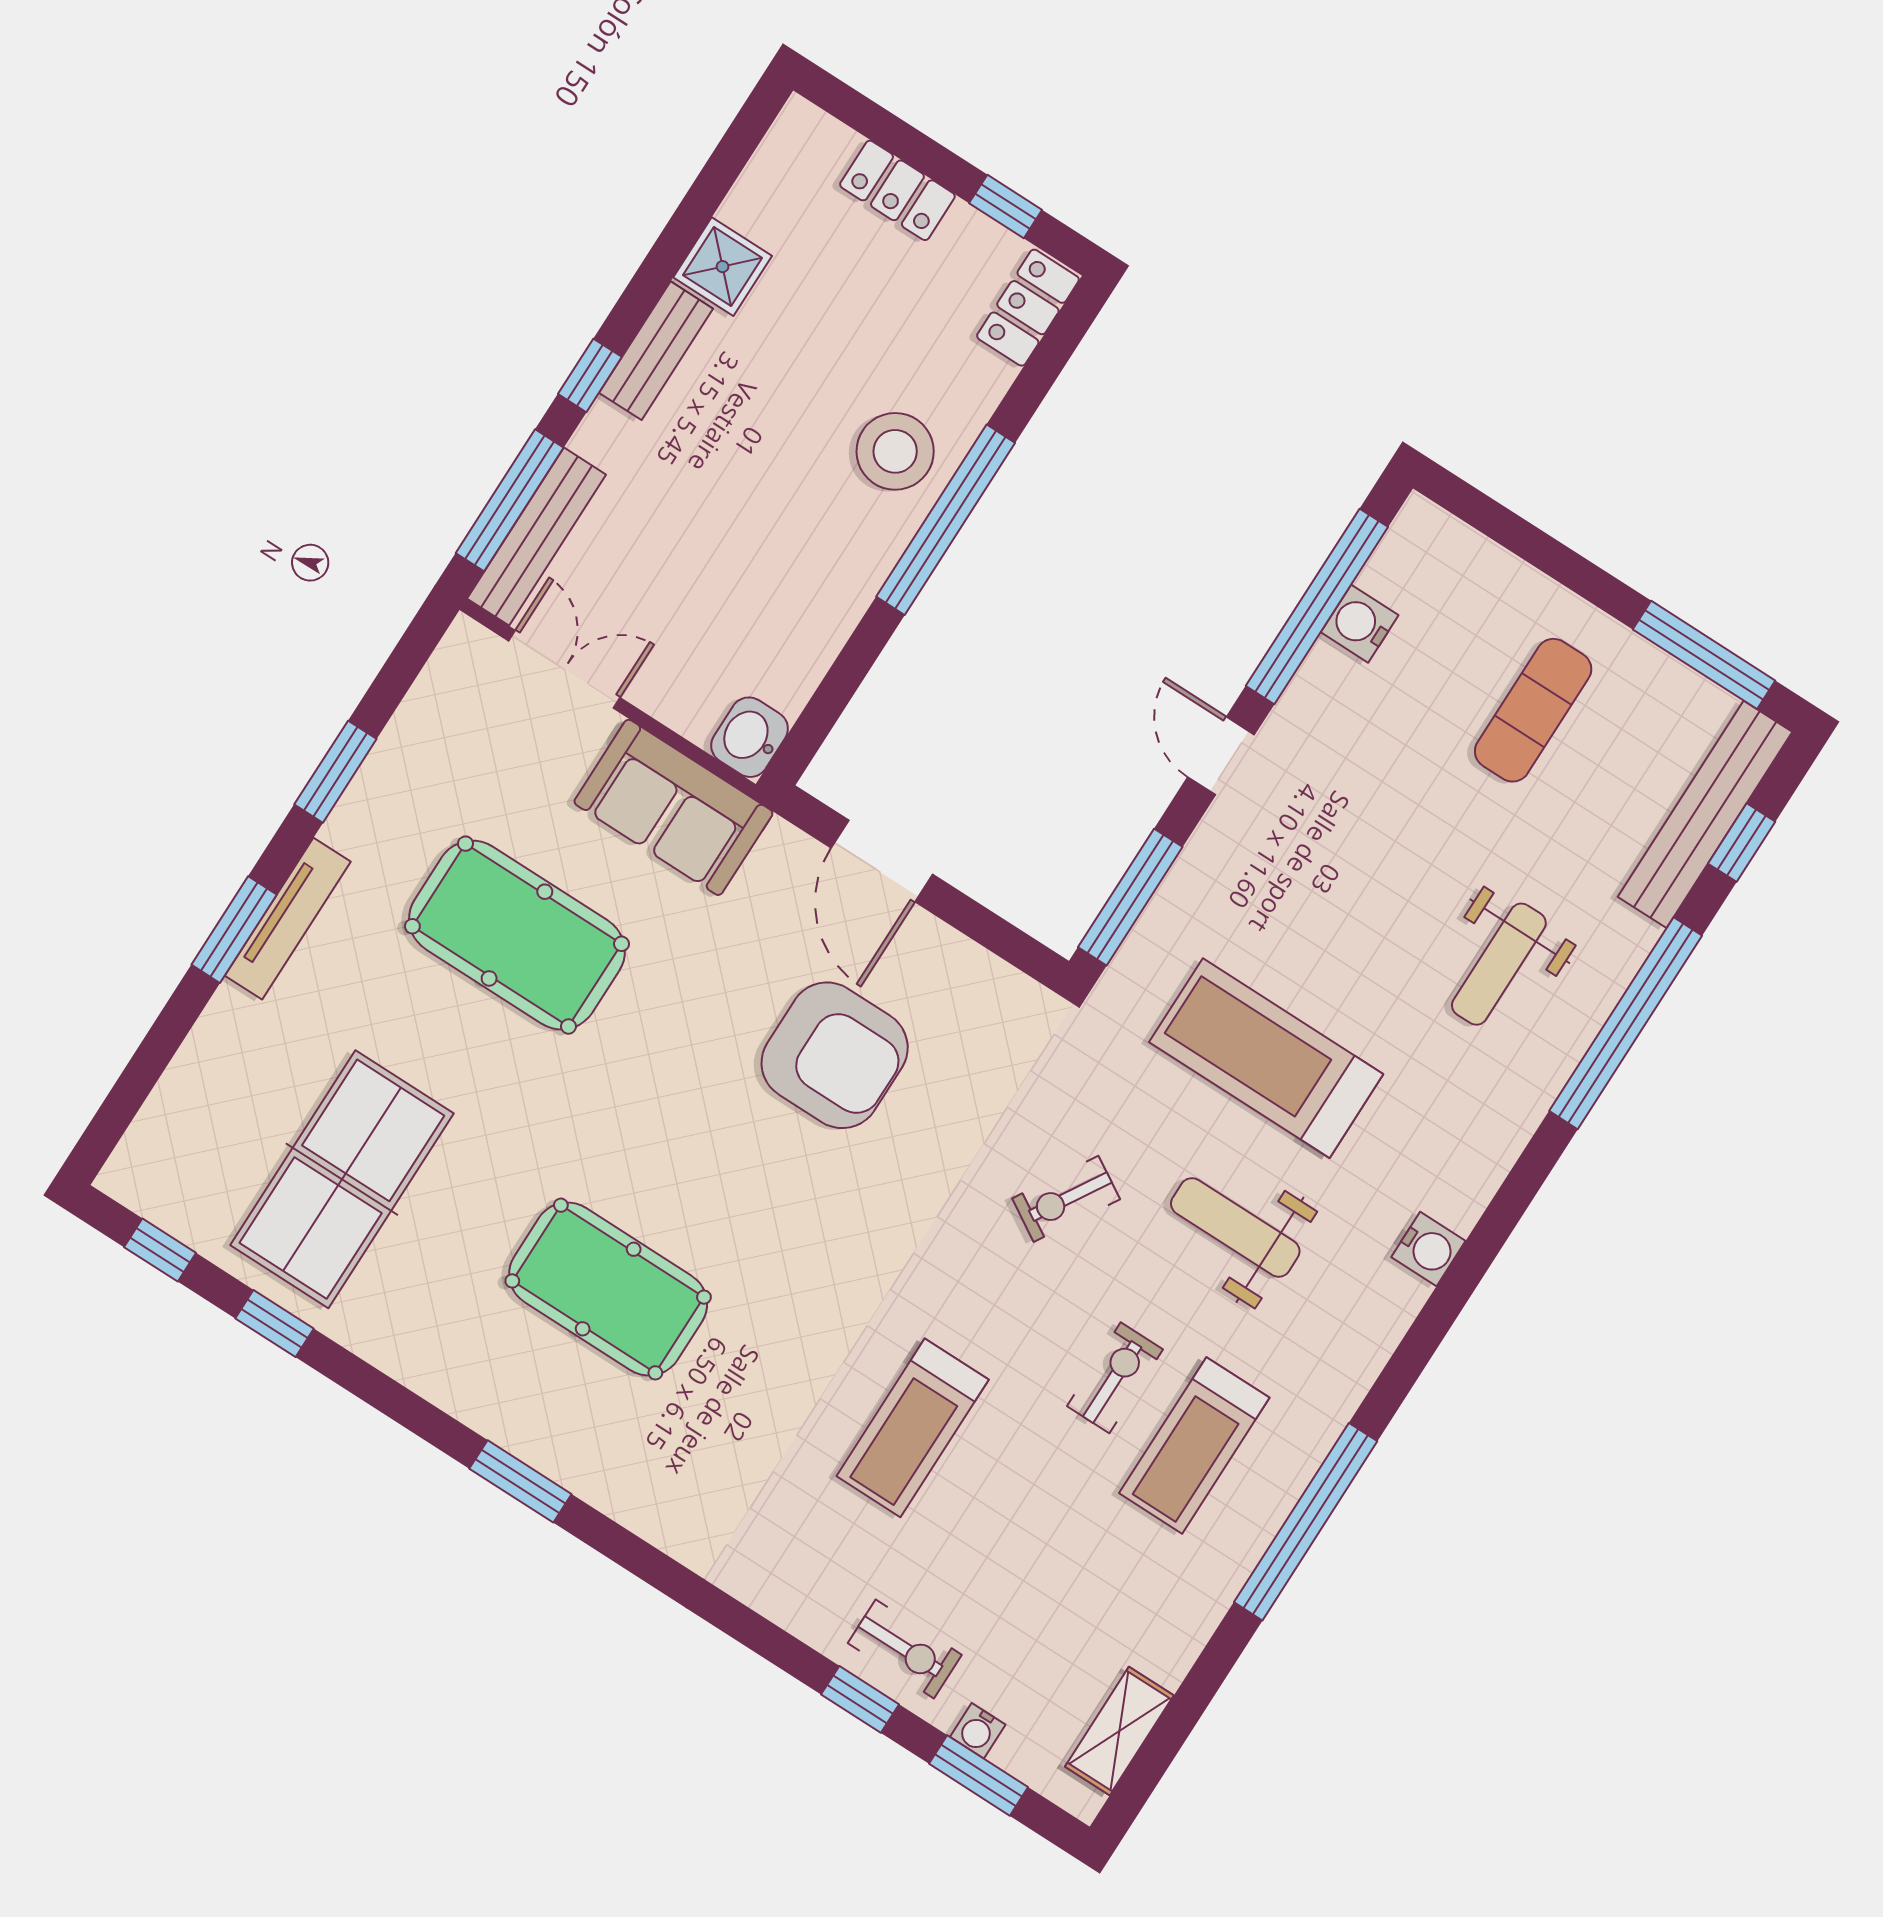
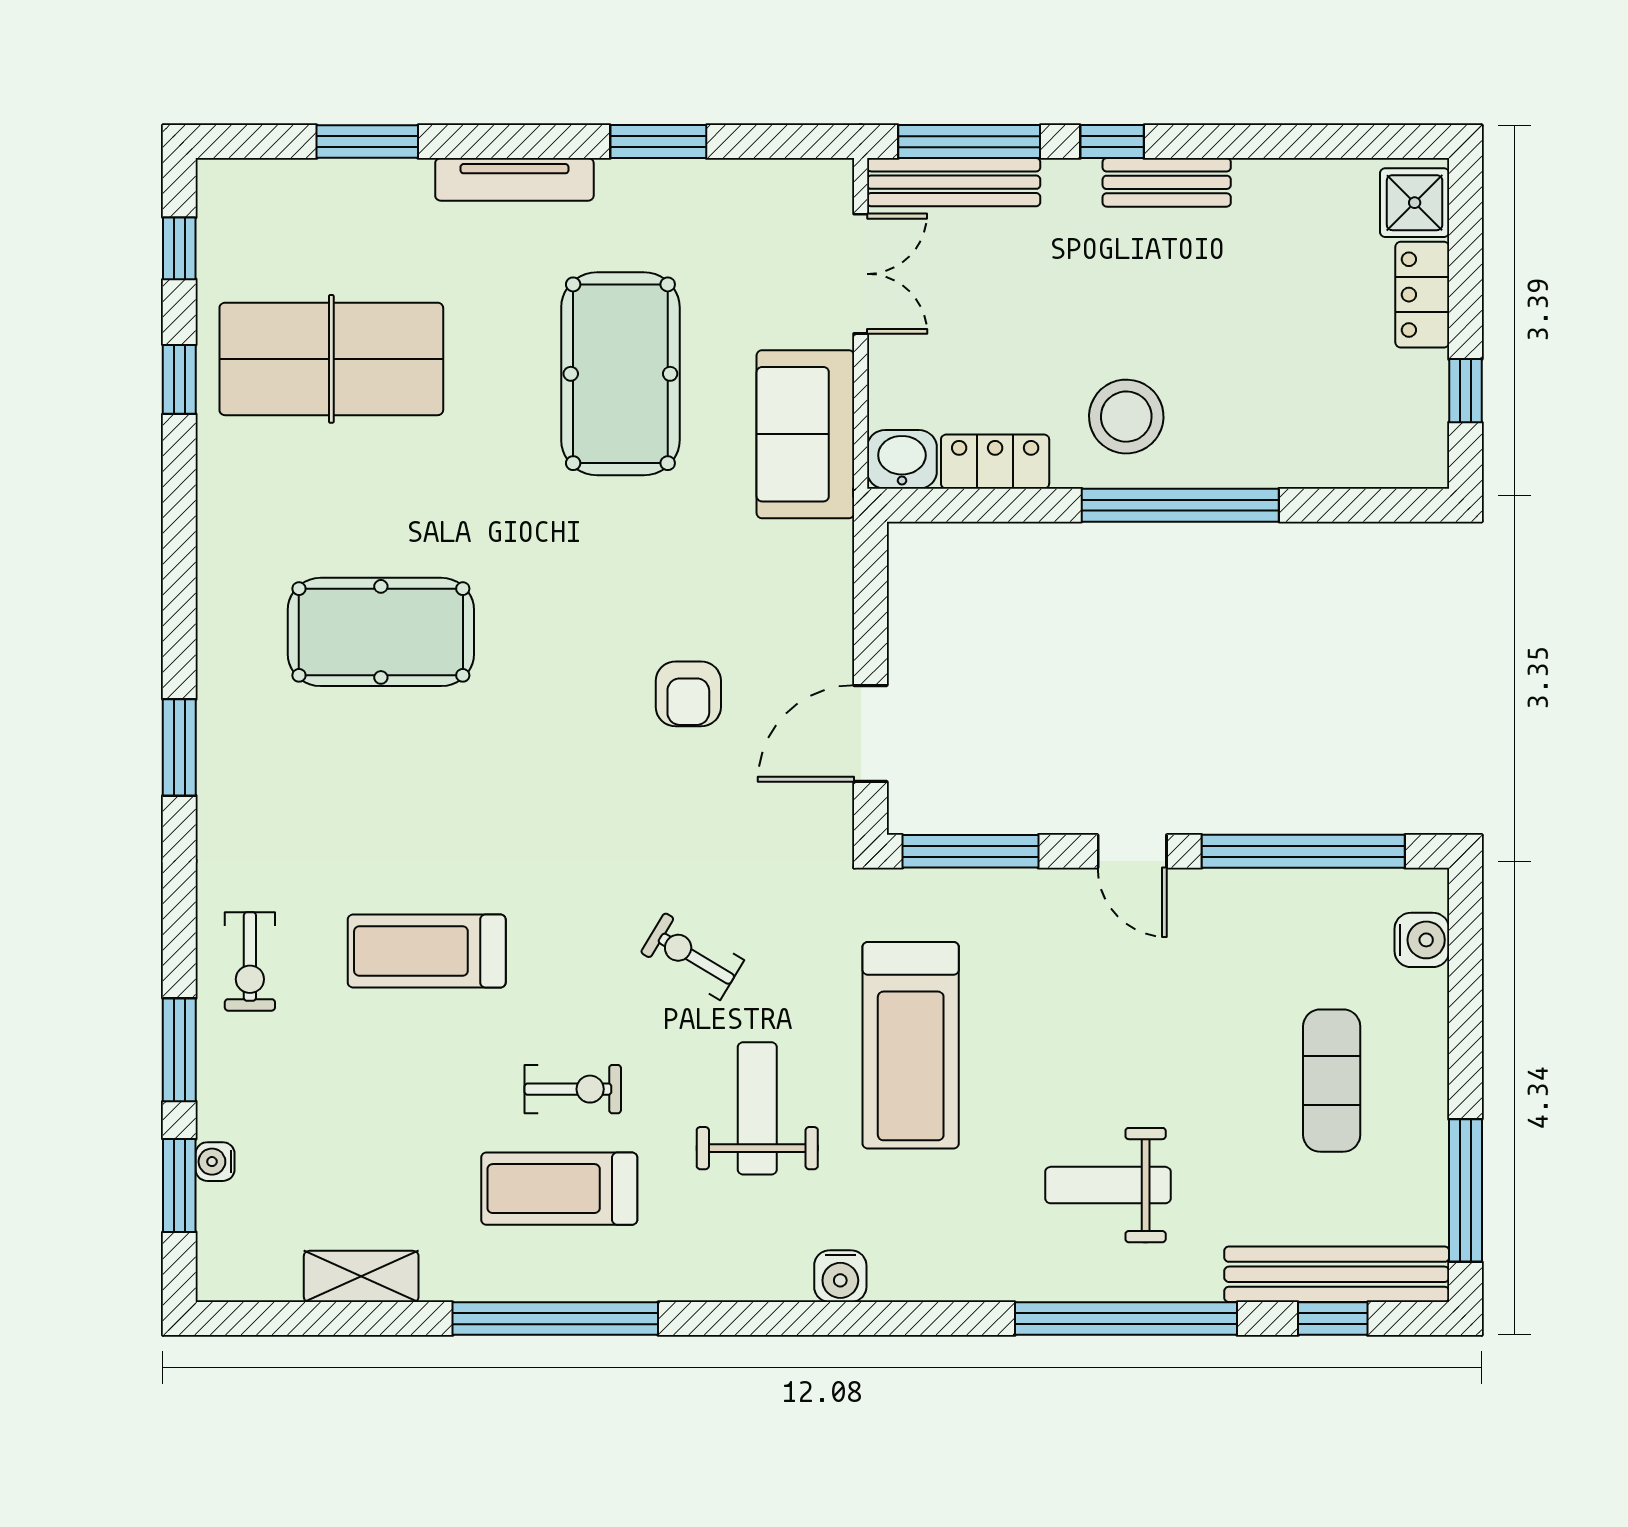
shower: (723, 267) -> (1415, 203), moved
locker: (1028, 308) -> (995, 462), moved
stool: (895, 451) -> (1126, 417), moved
water cooler: (1360, 624) -> (1422, 940), moved, turned 90
exercise mat: (1533, 710) -> (1332, 1081), turned 90
door: (1221, 756) -> (1132, 851), swing flipped
door: (882, 861) -> (870, 733), moved
window: (234, 930) -> (367, 142), moved
armchair: (835, 1055) -> (688, 694), width x0.53, depth x0.53
treadmill: (1266, 1058) -> (911, 1045), turned 180
pool table: (608, 1289) -> (381, 632), turned 90
window: (520, 1481) -> (179, 747), moved
exercise bike: (905, 1649) -> (250, 961), moved
window: (860, 1699) -> (179, 1050), width x1.50
shelving: (1119, 1731) -> (361, 1276), moved

